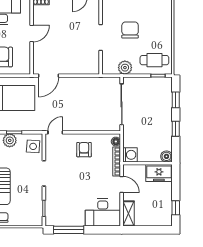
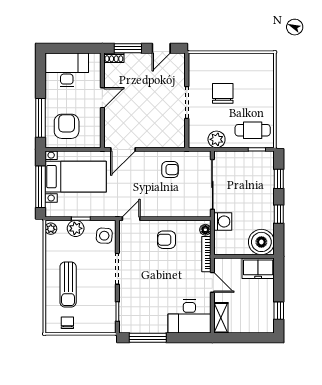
armchair: (87, 92) -> (170, 170), added
armchair: (84, 150) -> (166, 240), turned -90
washing machine: (130, 155) -> (223, 221), moved
boiler: (166, 156) -> (261, 242), width x1.86, depth x1.86

